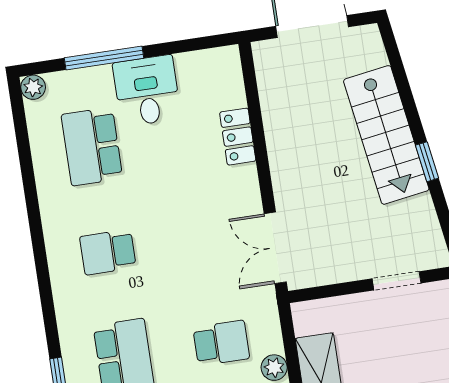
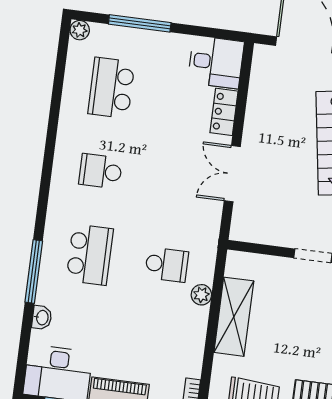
desk: (147, 91) -> (216, 62), moved, turned 90
double door: (275, 248) -> (232, 174), moved

